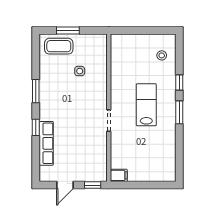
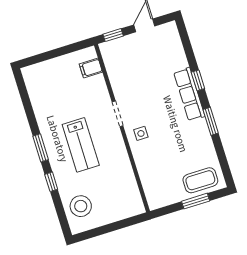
stool: (162, 55) -> (81, 206), width x1.89, depth x1.89
side table: (80, 71) -> (141, 133), moved
row of seats: (46, 143) -> (189, 94), moved
filing cabinet: (119, 175) -> (91, 68), moved

